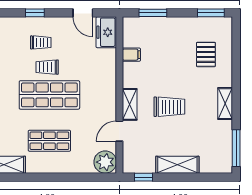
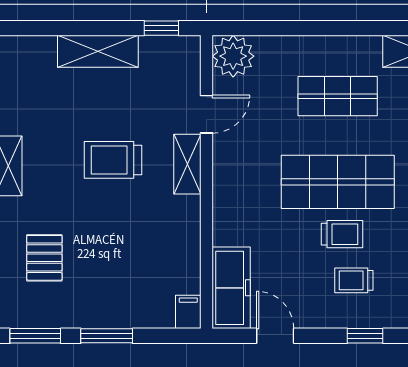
window: (153, 13) -> (107, 336), moved
freezer: (106, 32) -> (231, 288), width x1.40
filing cabinet: (131, 55) -> (188, 312), moved, turned 90

